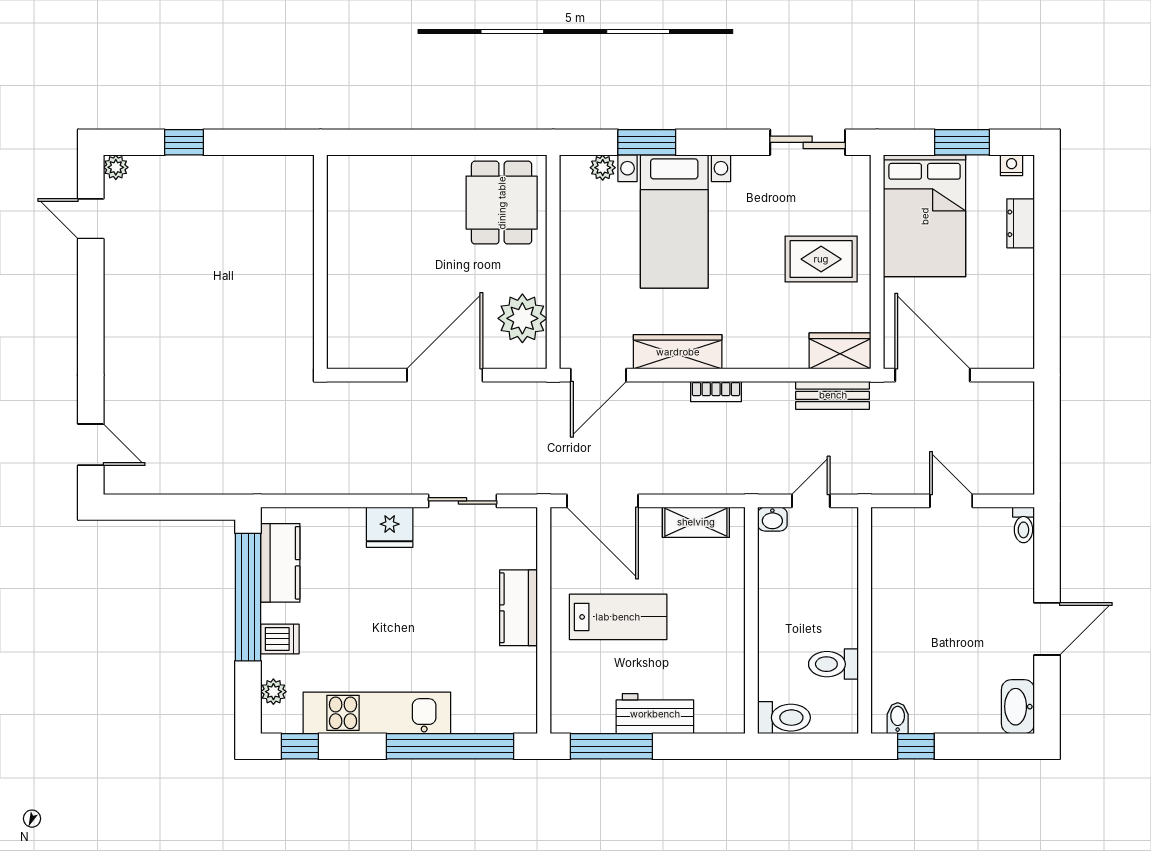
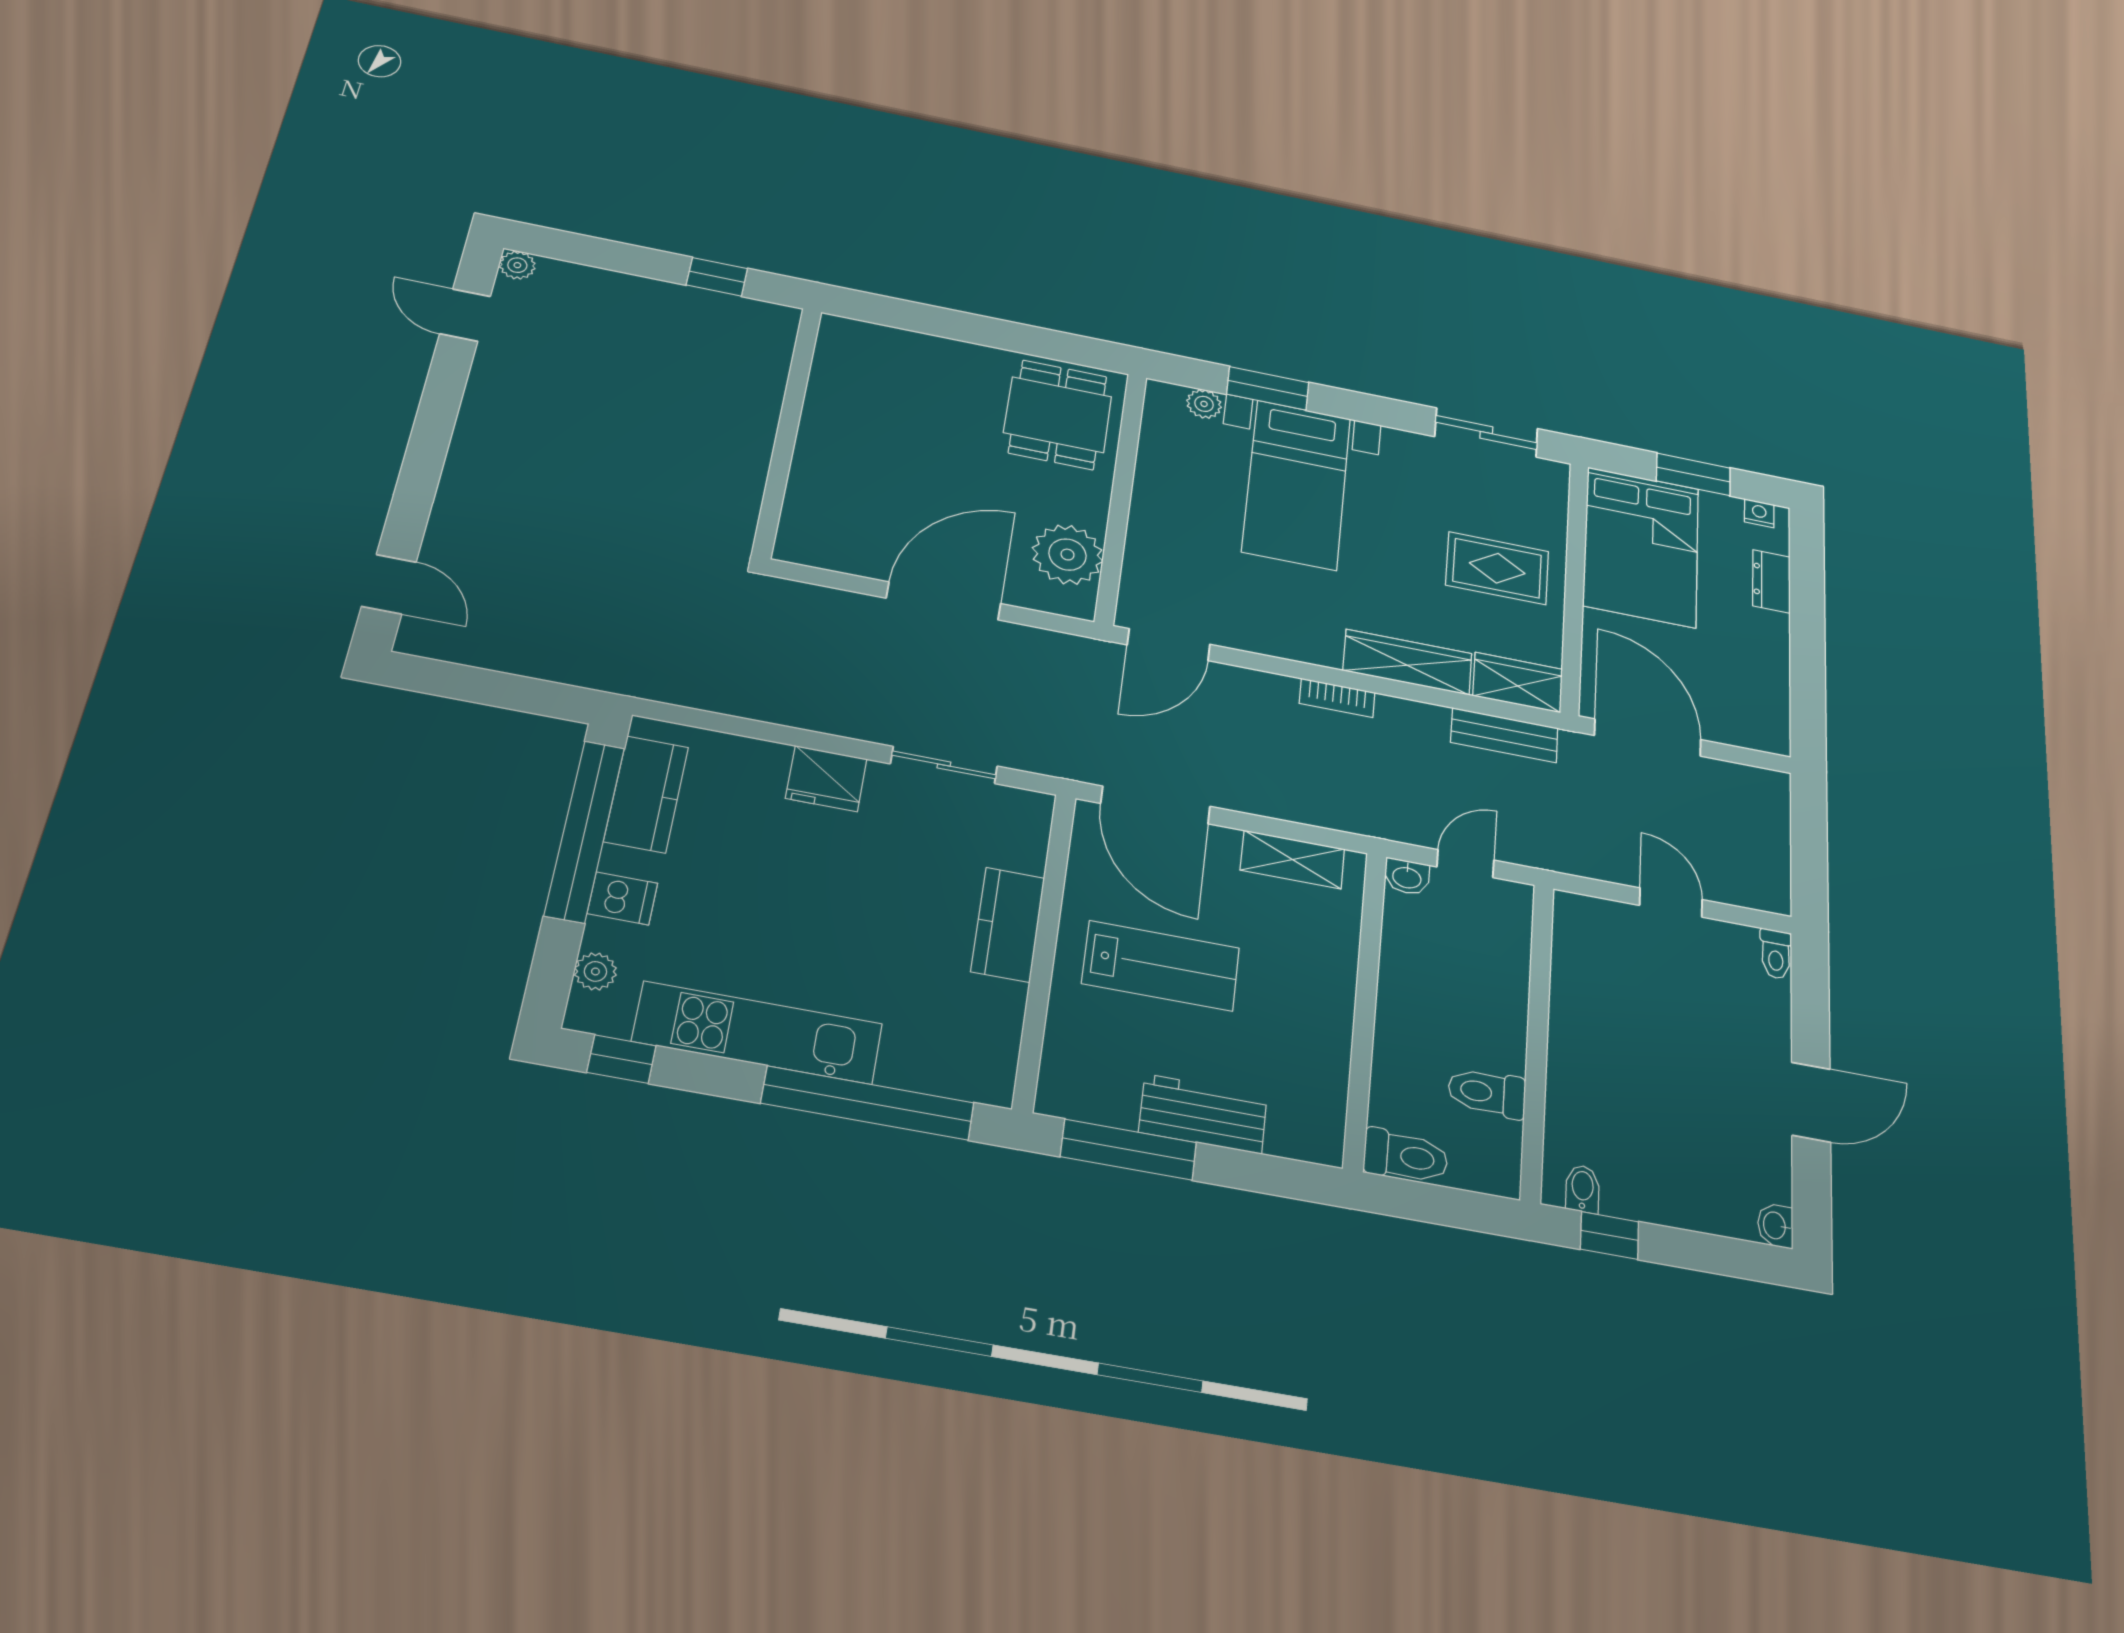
window: (184, 142) -> (717, 277), moved
wardrobe: (678, 352) -> (1407, 662), moved
washbasin: (1018, 707) -> (1775, 1226), width x0.52, depth x0.69

